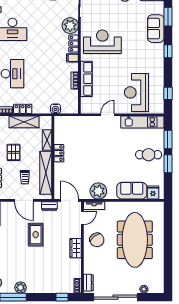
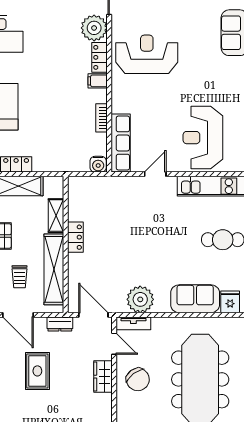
row of seats: (86, 79) -> (121, 143), moved
water cooler: (56, 109) -> (98, 164), moved
door: (82, 218) -> (114, 344), hinge flipped
wardrobe: (76, 248) -> (103, 377), moved

